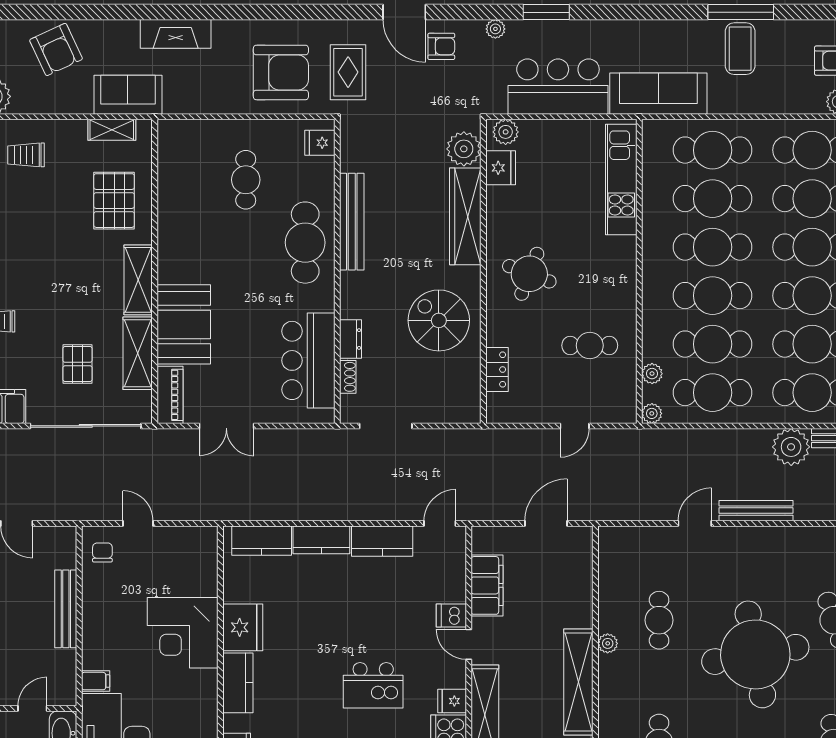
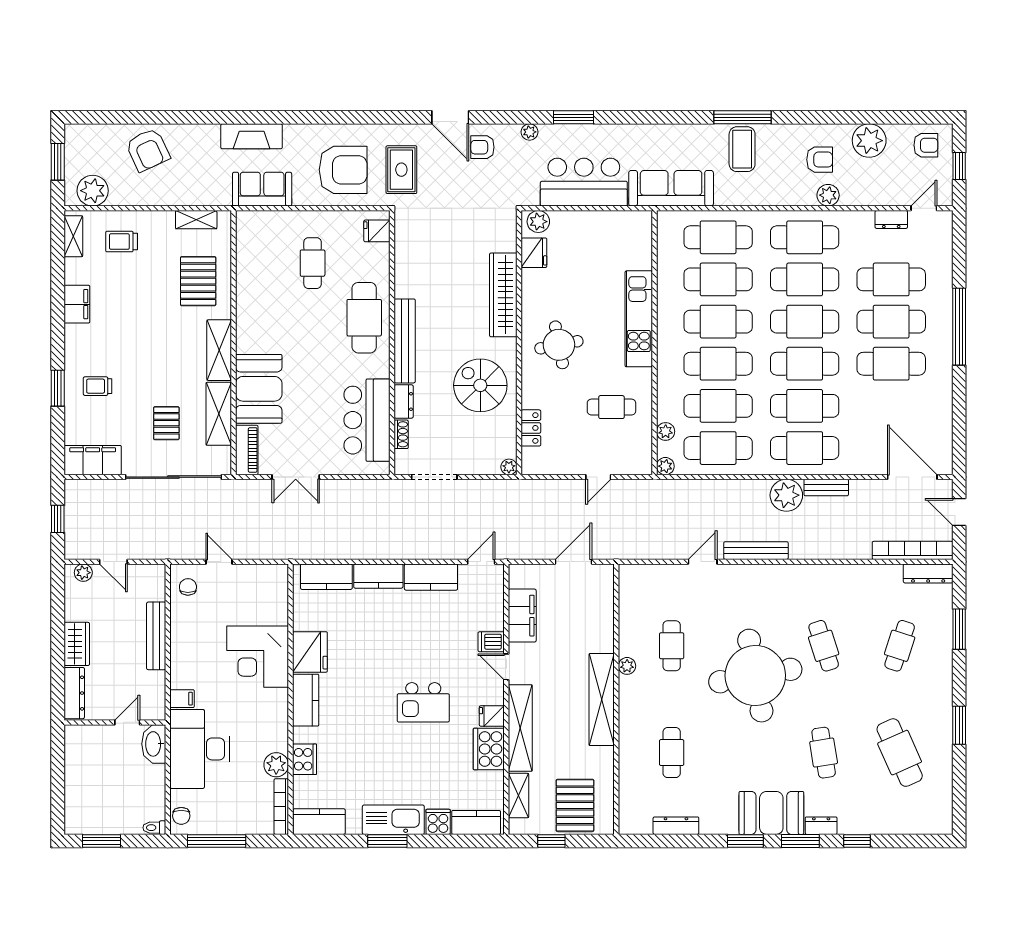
armchair: (441, 46) -> (482, 147), turned 180
sofa: (128, 95) -> (262, 189), moved
plant: (464, 149) -> (509, 467), moved, width x0.53, depth x0.53
kitchen unit: (621, 180) -> (639, 319), moved
bench: (352, 222) -> (405, 341), moved
round table: (529, 274) -> (559, 345), turned -32

